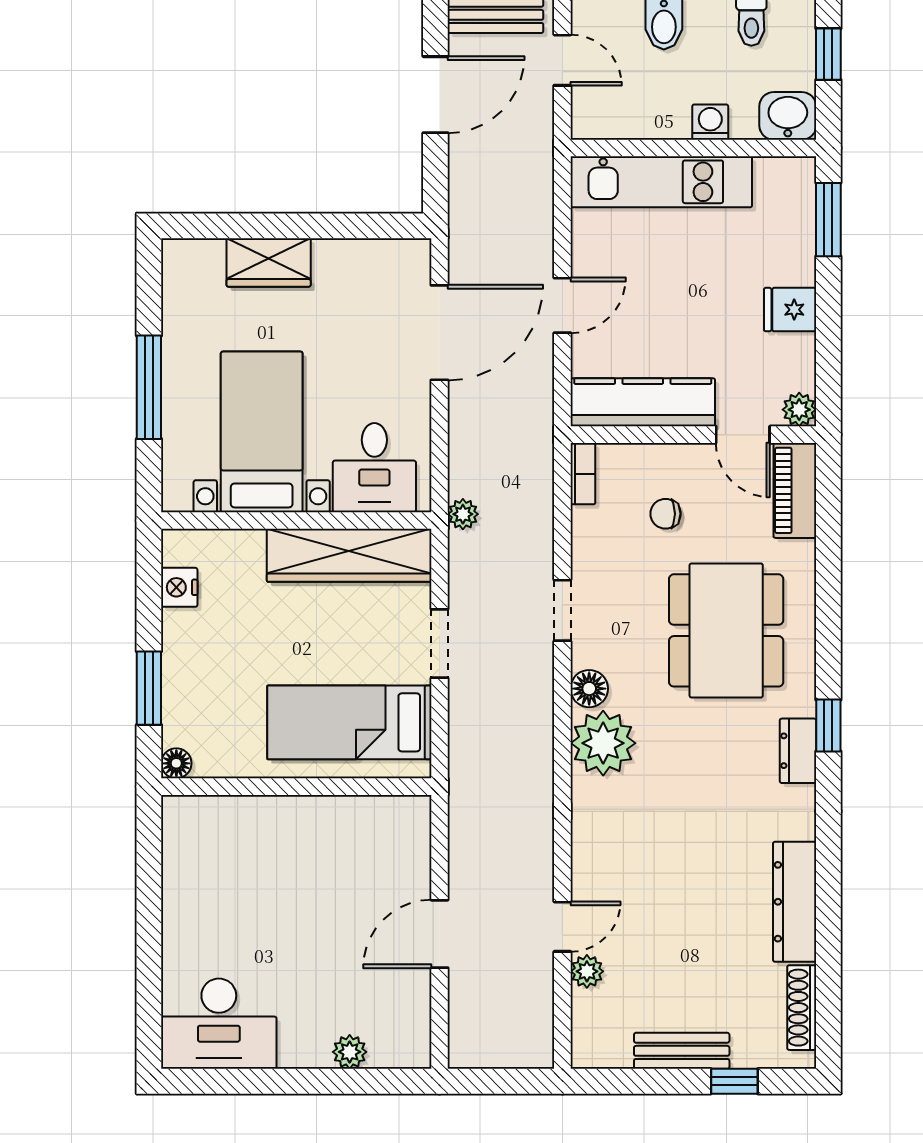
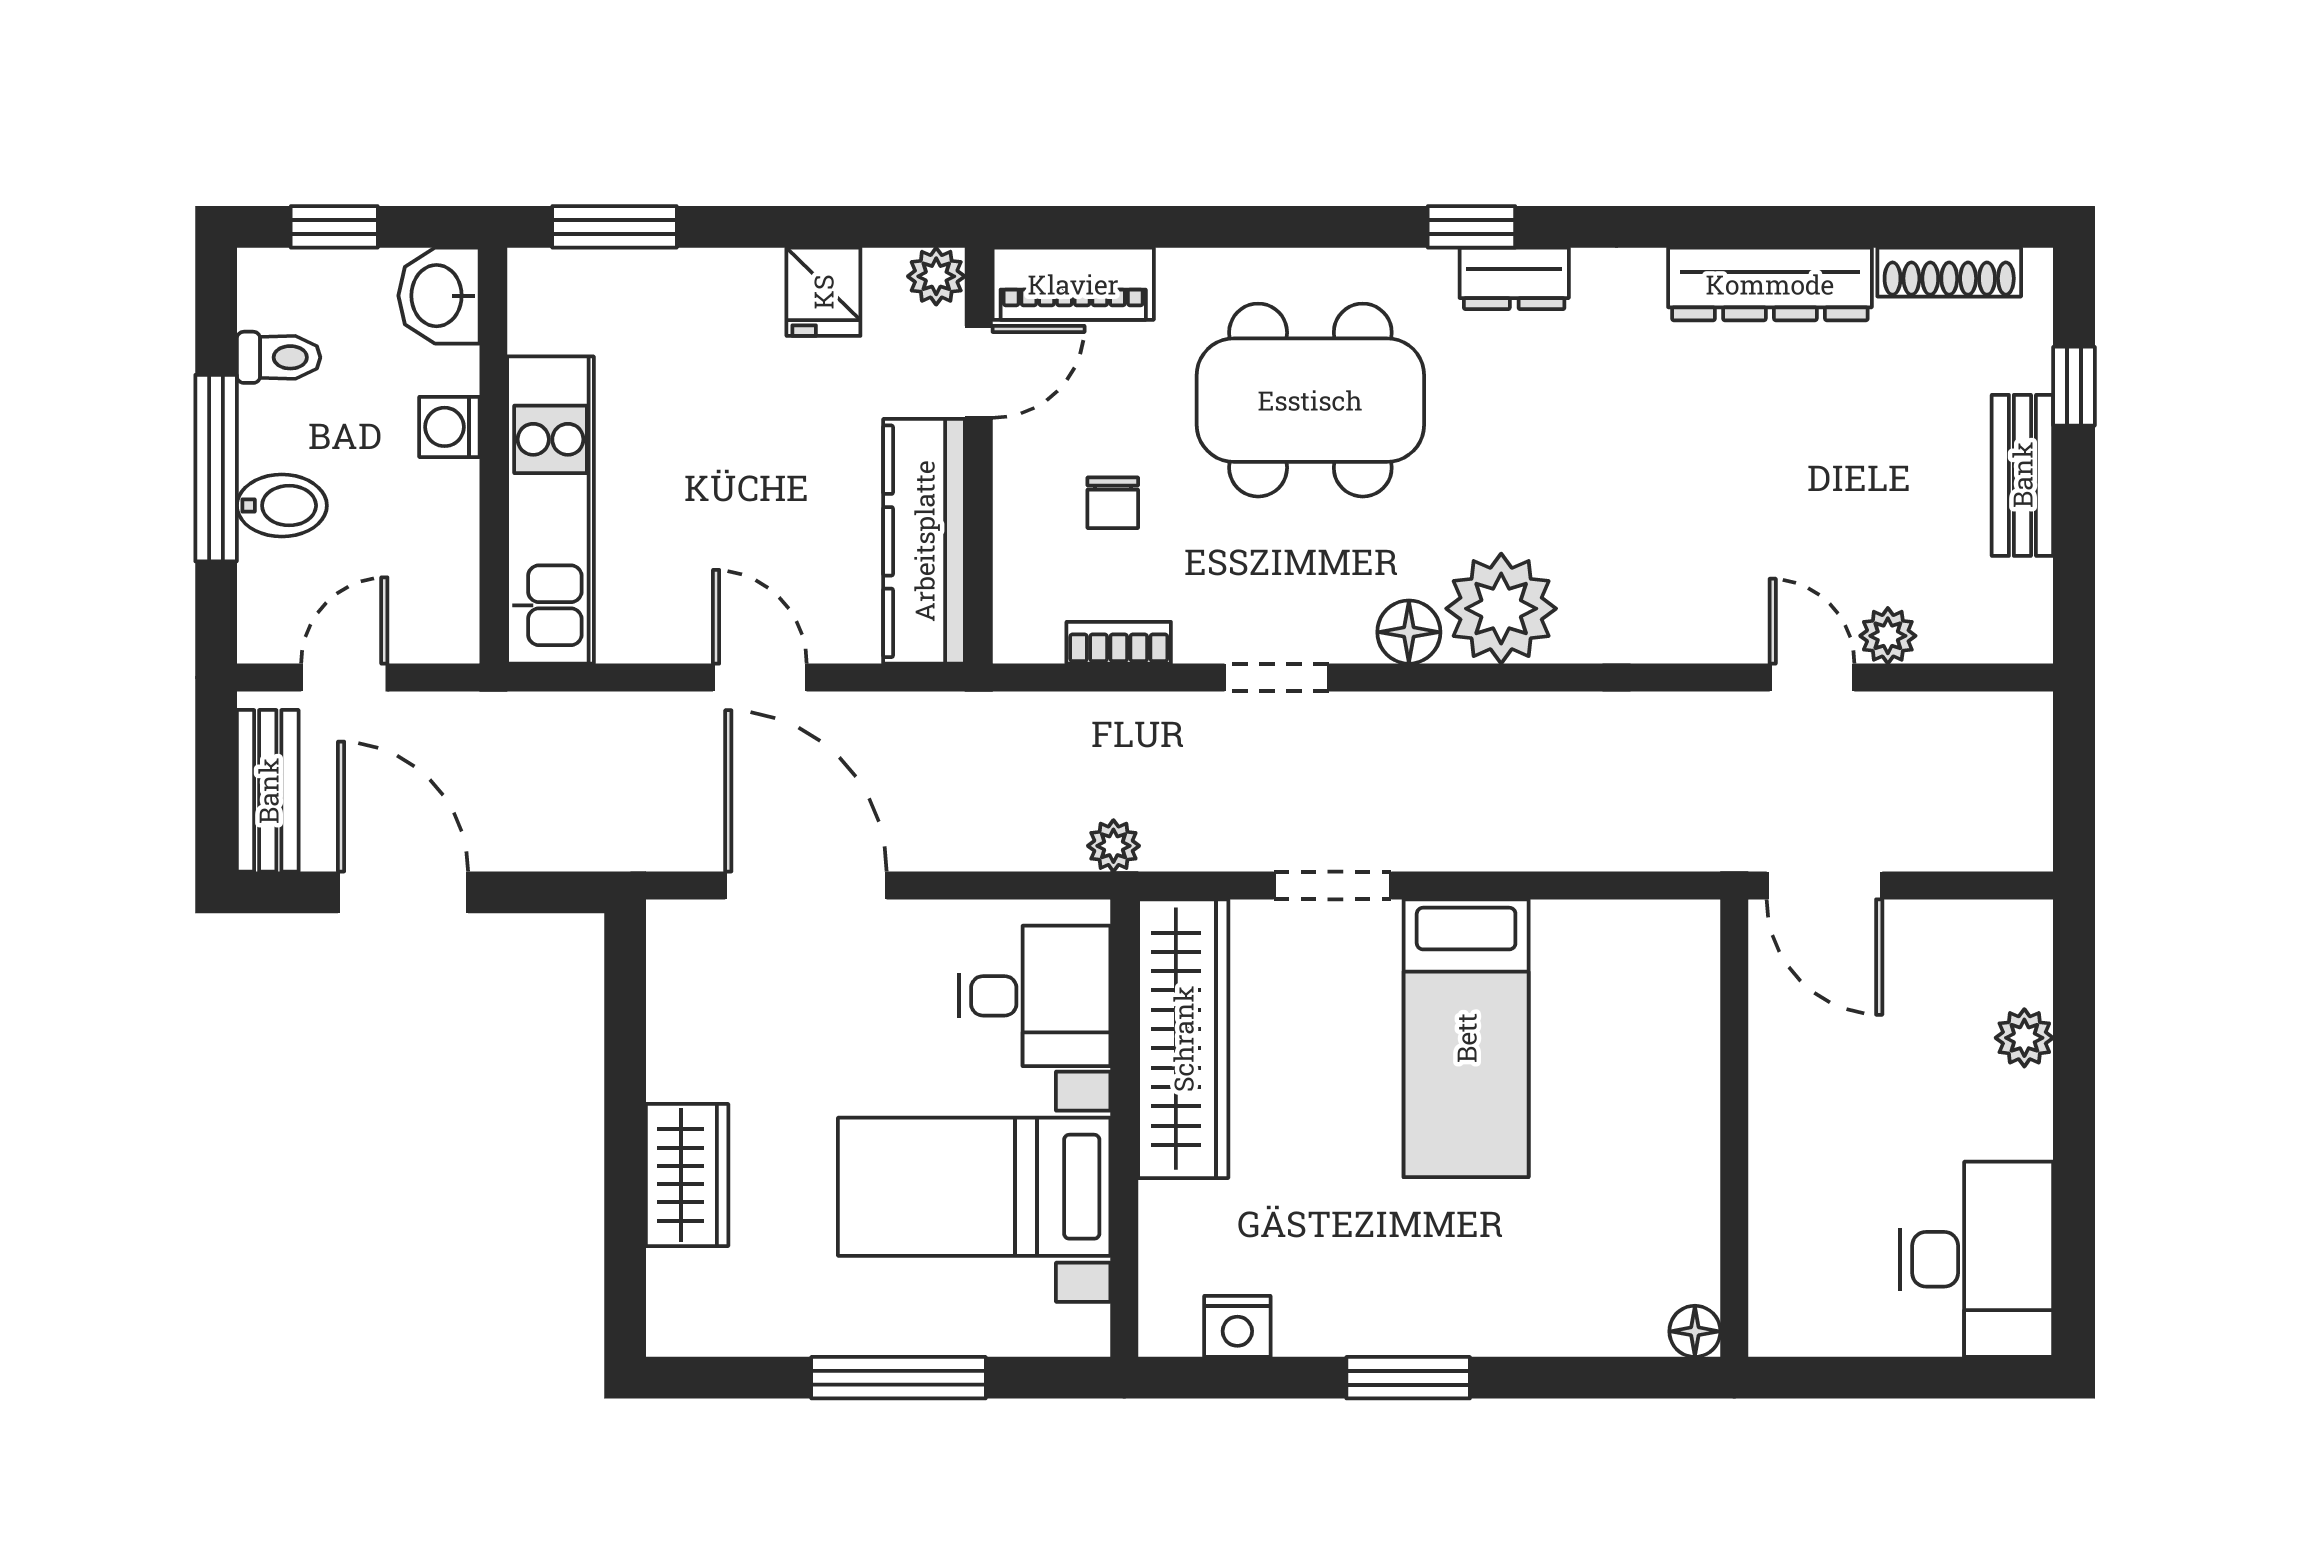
fridge: (790, 310) -> (823, 292), moved
bookcase: (583, 474) -> (1119, 643), moved
floor lamp: (176, 763) -> (1695, 1331), moved
wall: (296, 787) -> (1734, 1128), moved

